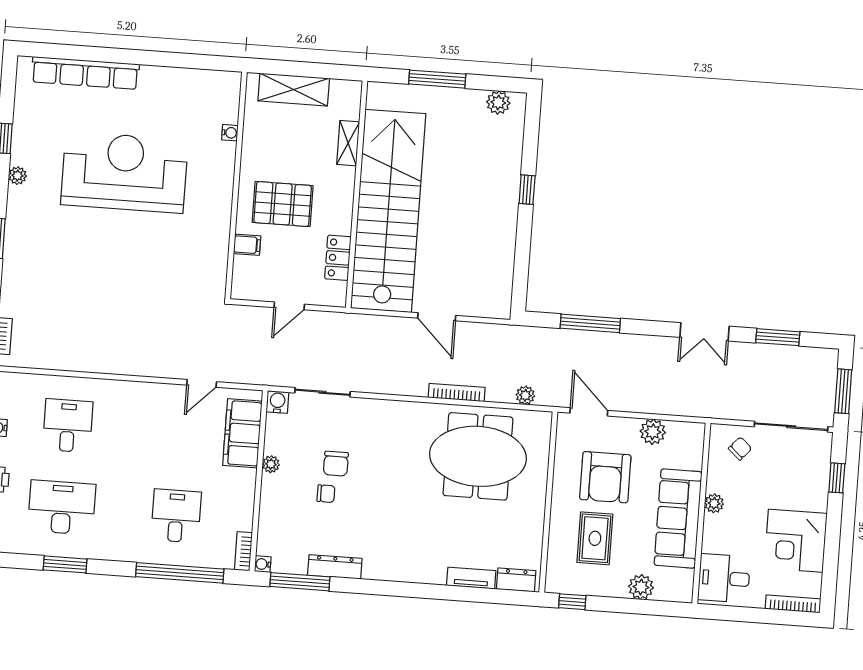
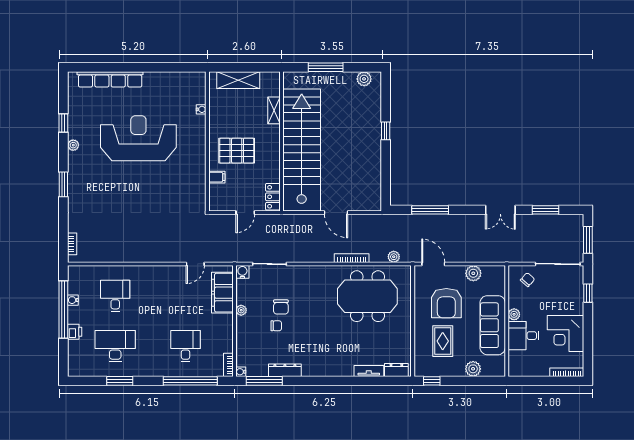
locker: (338, 258) -> (273, 197), moved
desk: (724, 578) -> (523, 336), moved

